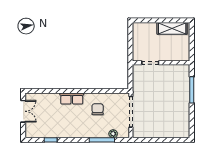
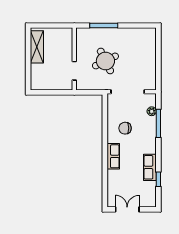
round table: (159, 91) -> (105, 61), added
row of seats: (62, 132) -> (150, 167), added

